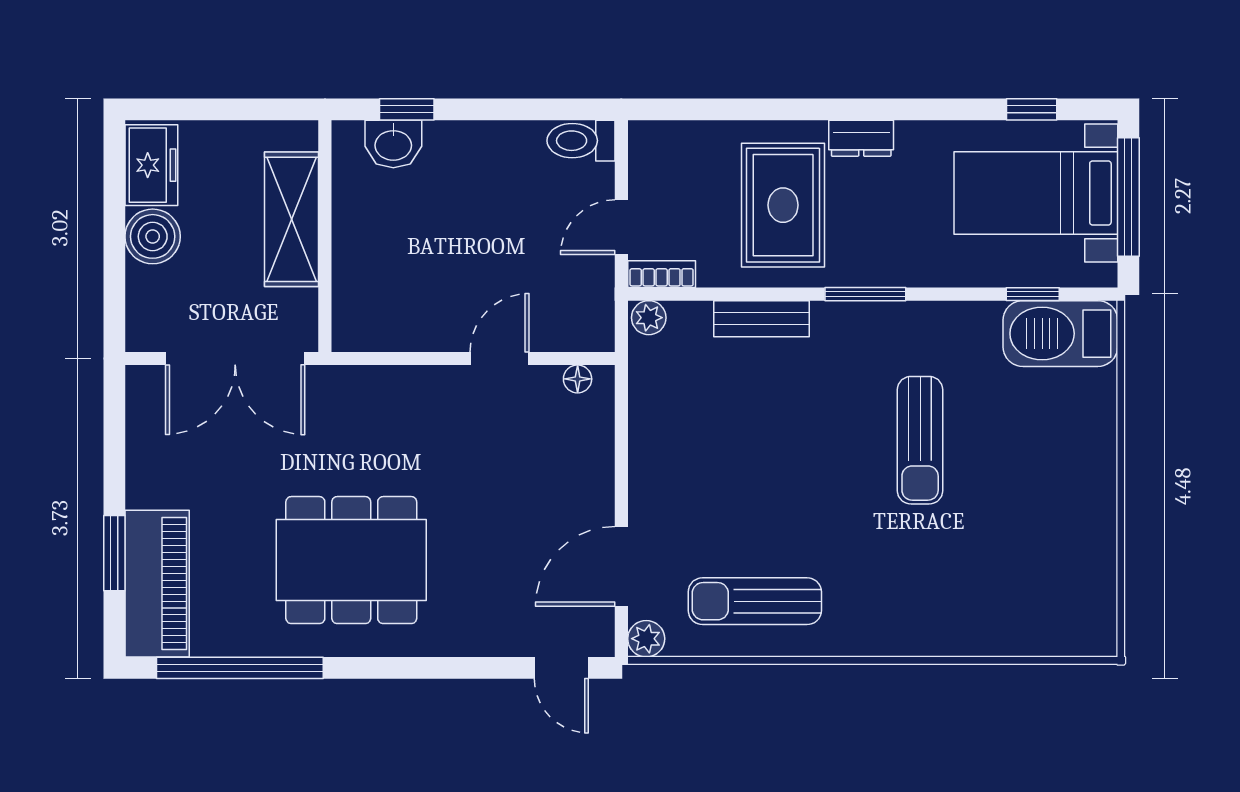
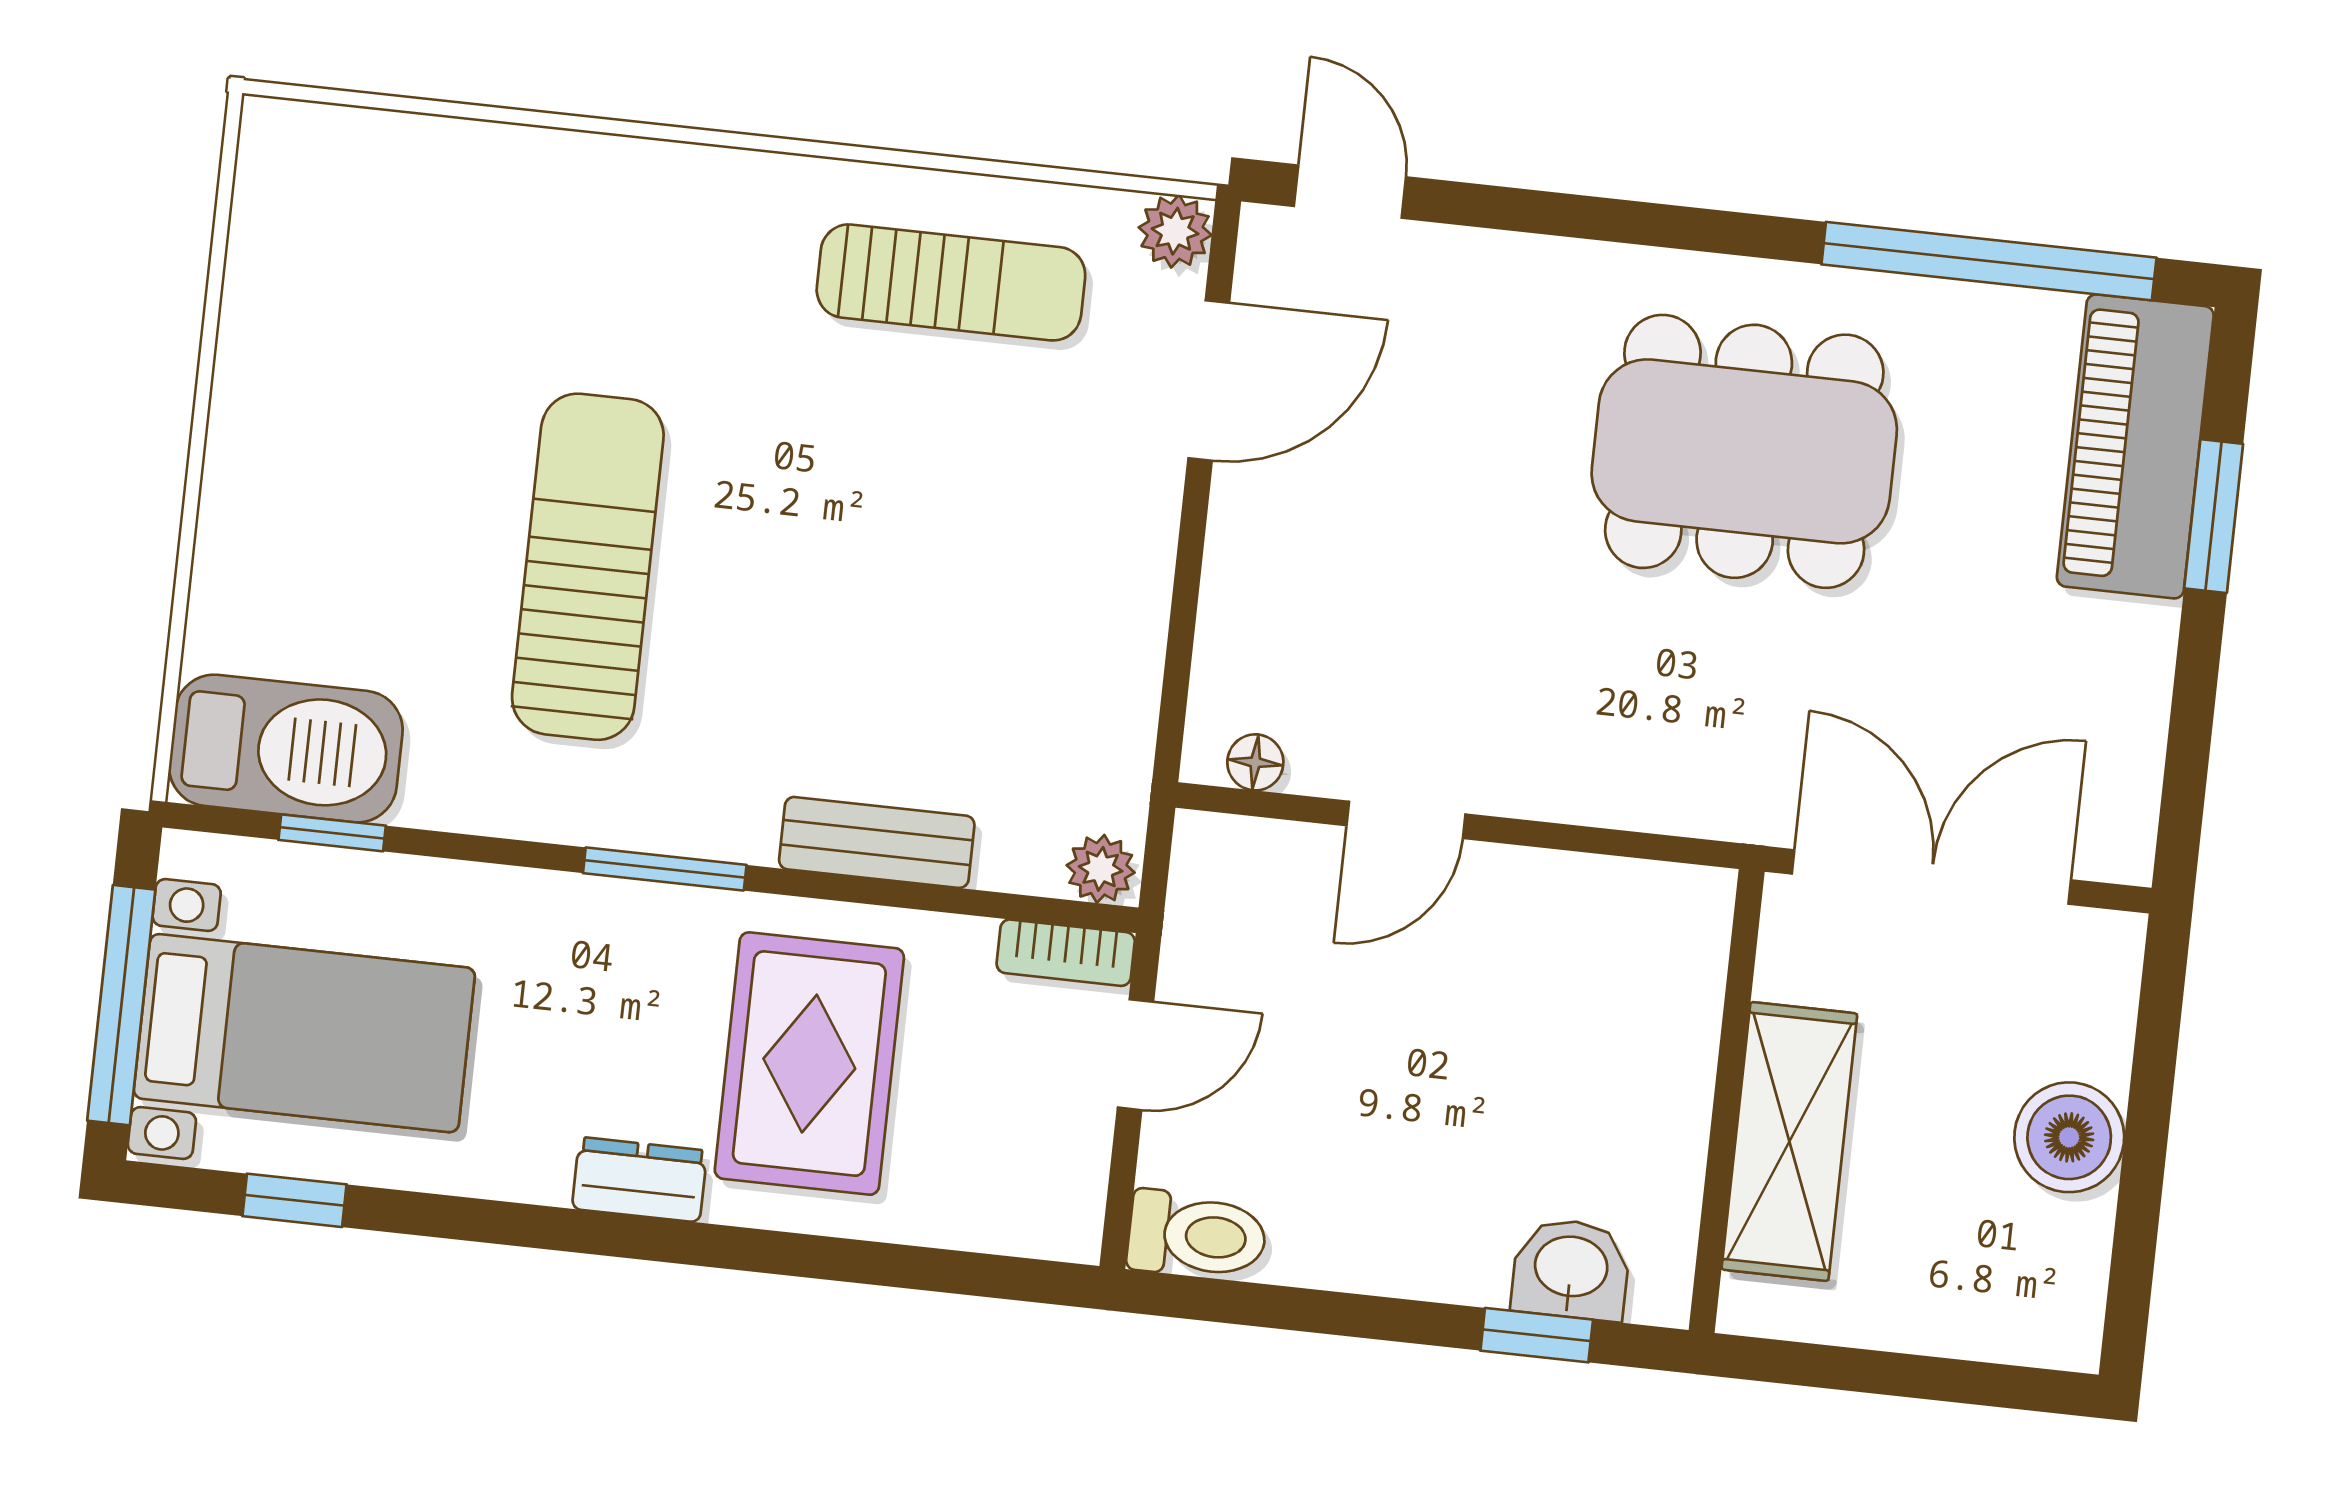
freezer: (151, 165) -> (2056, 1279), removed
sun lounger: (920, 440) -> (588, 567), width x1.36, depth x1.34

